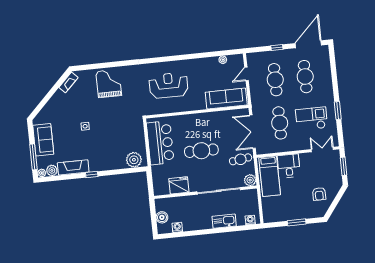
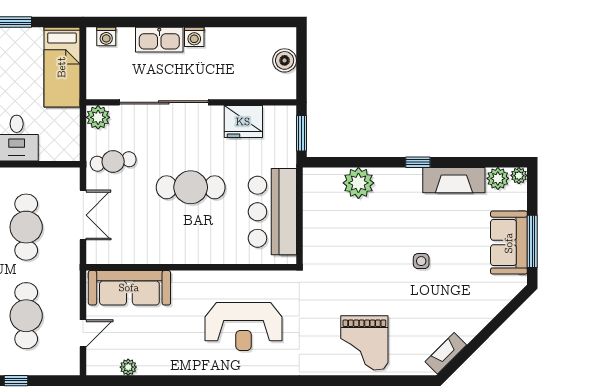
double door: (252, 132) -> (83, 215), width x0.73
window: (33, 157) -> (532, 241), moved
plant: (134, 160) -> (358, 183), moved
bed: (270, 176) -> (62, 67), moved, turned 180
window: (150, 183) -> (302, 133), added
washing machine: (177, 227) -> (194, 37), moved

